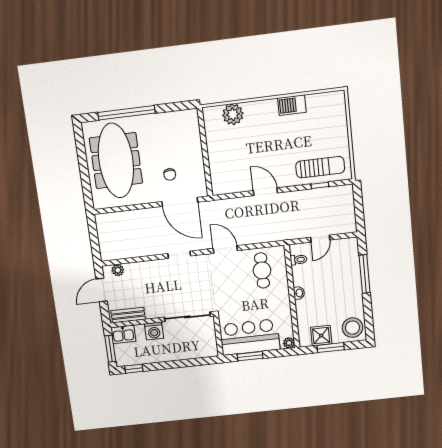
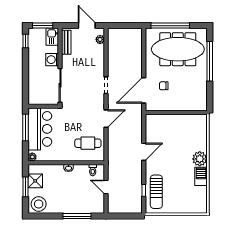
plant: (233, 114) -> (200, 159), moved
window: (85, 175) -> (170, 26), added
window: (250, 356) -> (25, 128), width x1.44

